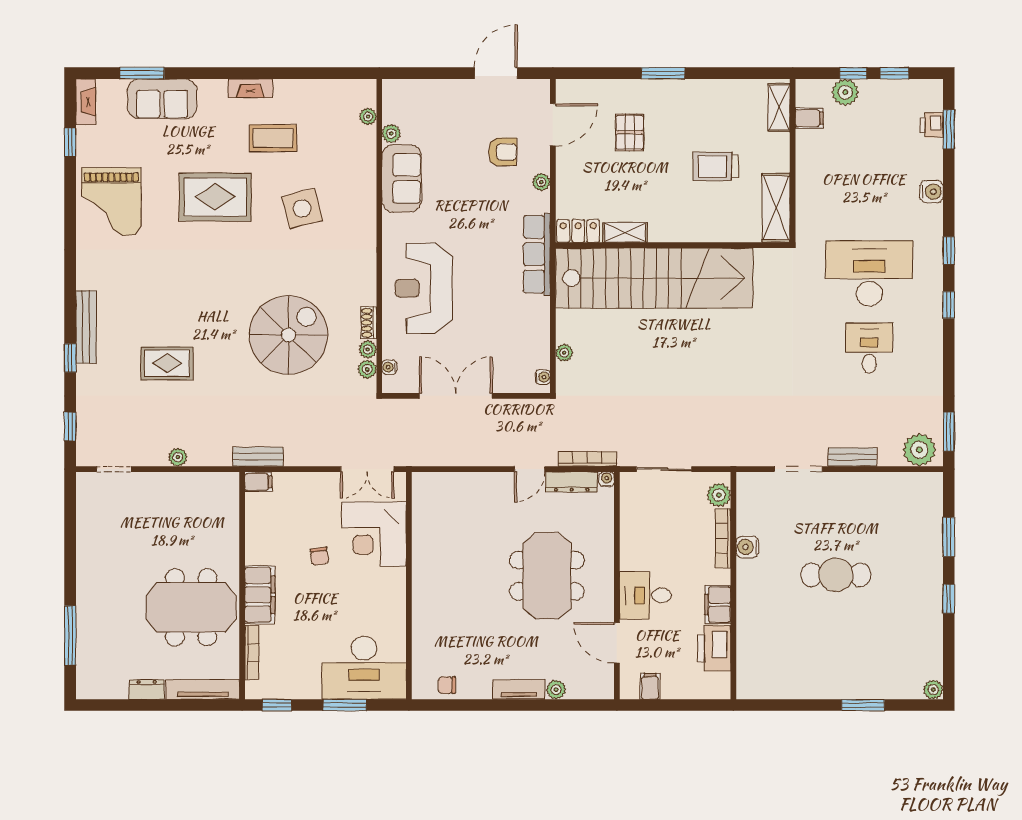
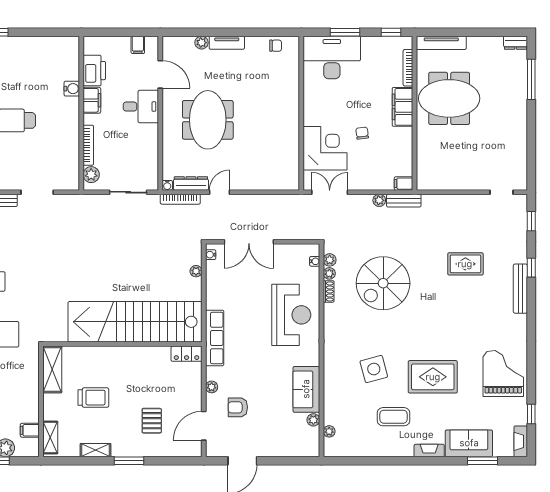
fireplace: (250, 88) -> (429, 451), moved
shelving: (625, 232) -> (95, 450), moved
double door: (456, 396) -> (249, 242), moved
plant: (178, 457) -> (379, 200), moved
water cooler: (747, 547) -> (72, 89), moved
dresser: (147, 690) -> (515, 43), moved

